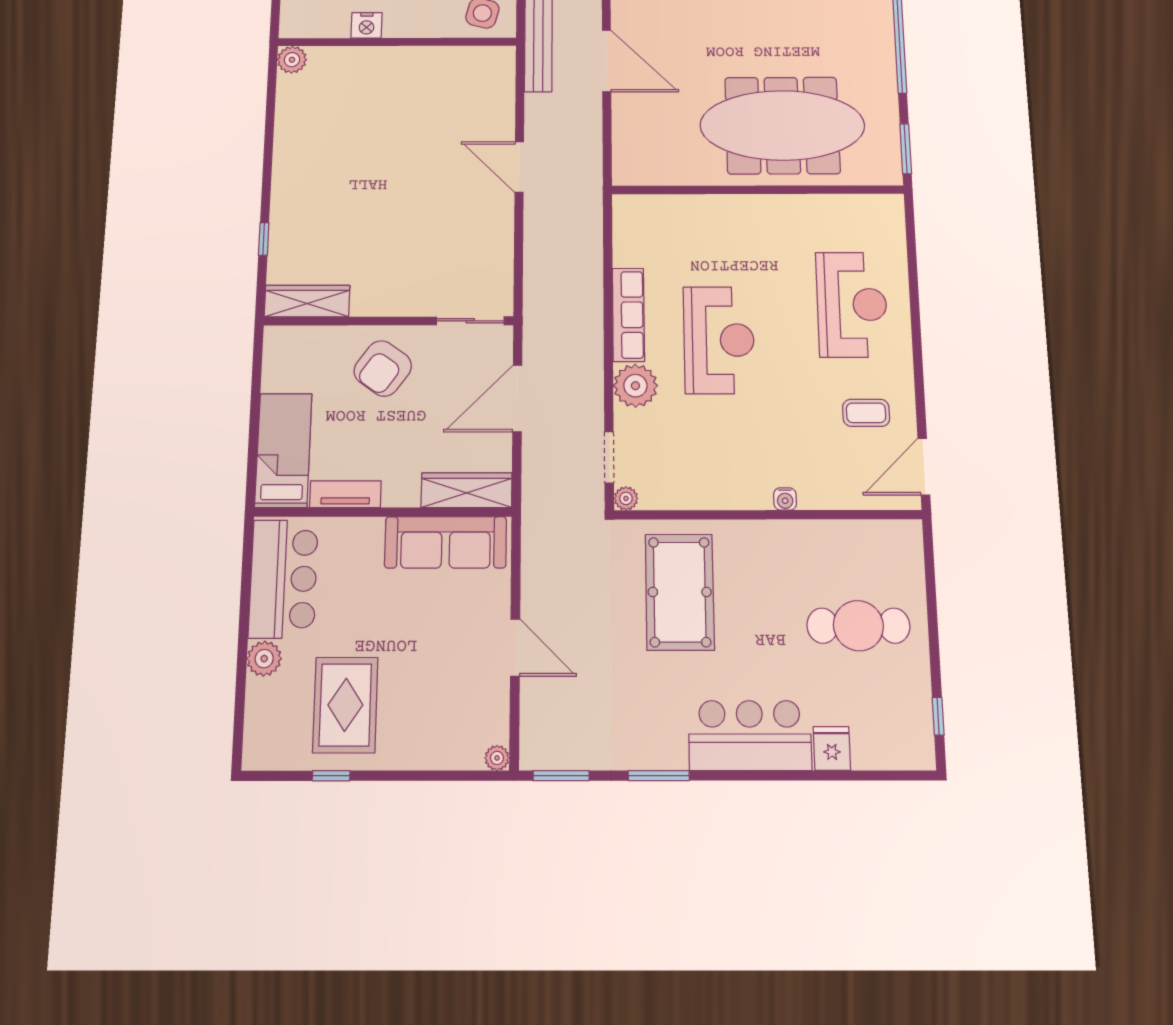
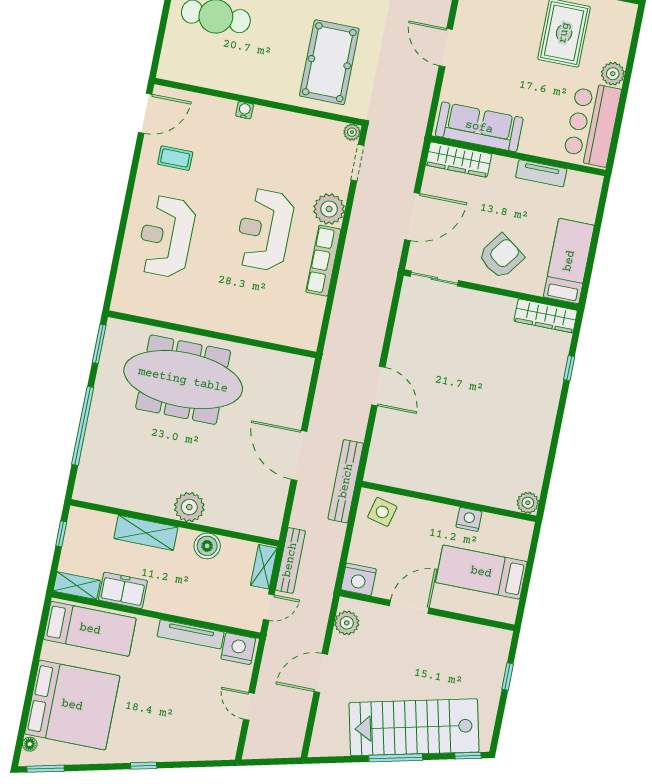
bed: (283, 450) -> (569, 261), moved, turned 180

